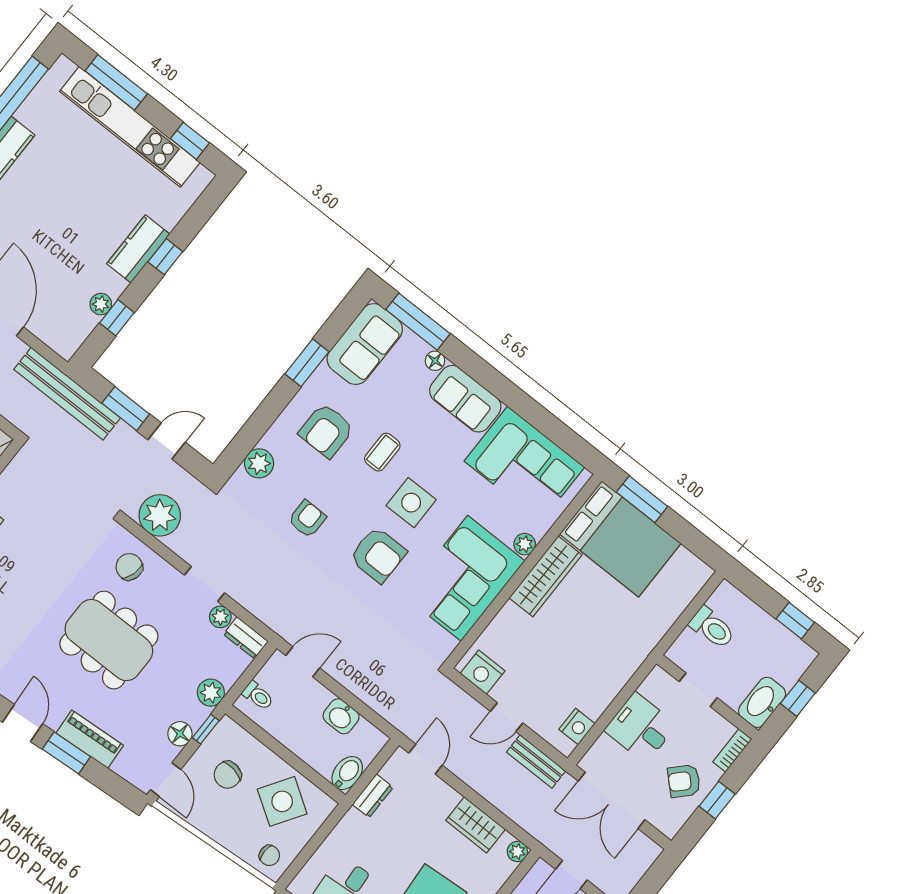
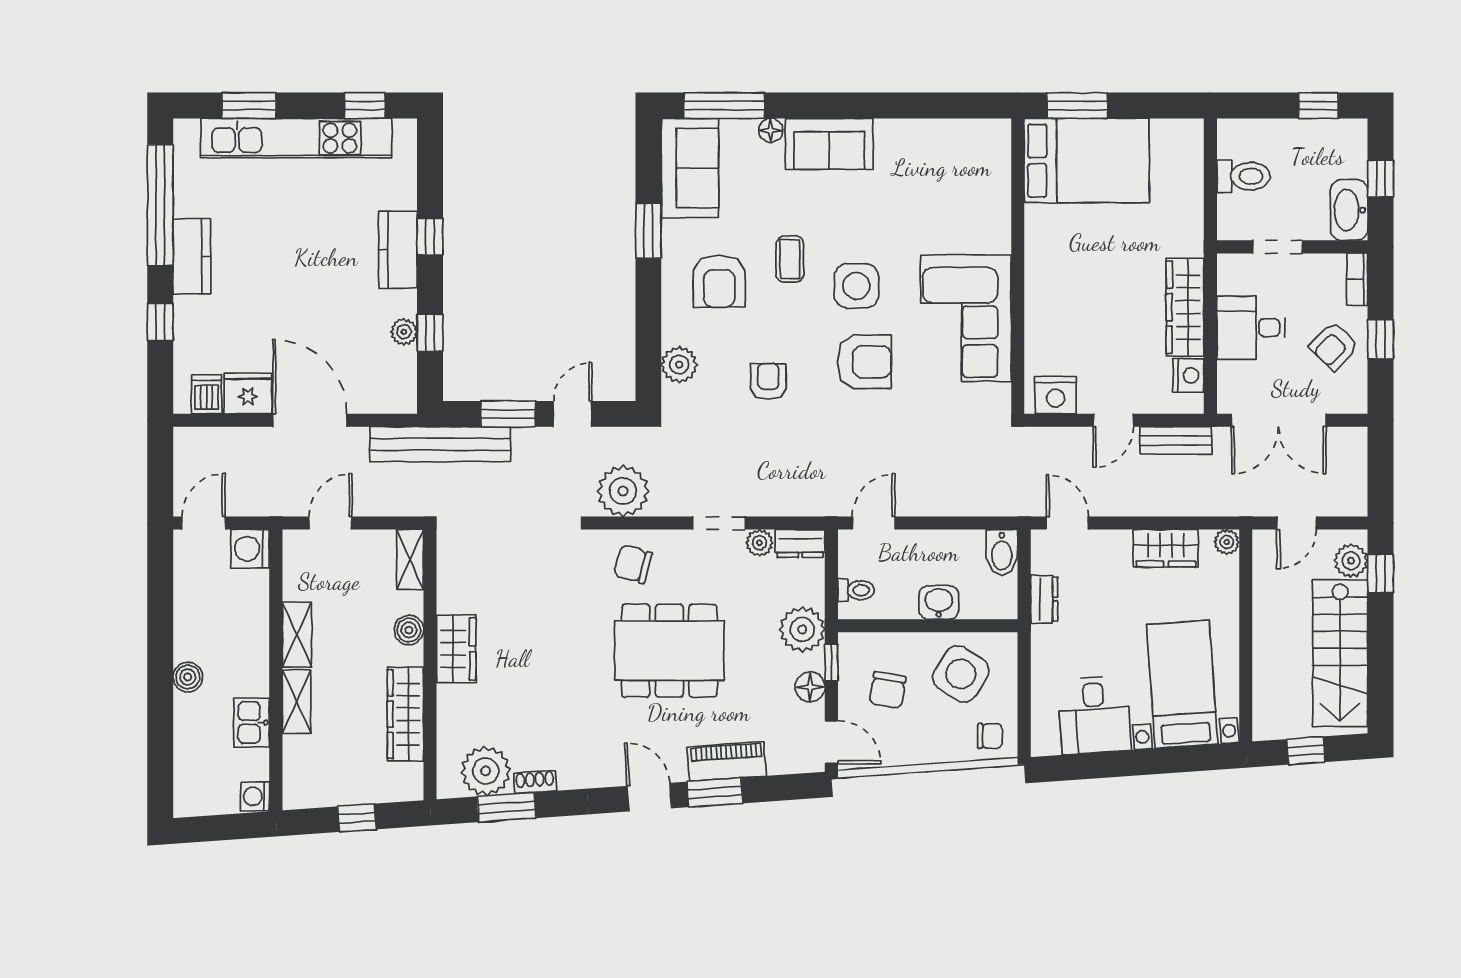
window: (116, 82) -> (249, 106), width x0.69
corner sofa: (524, 464) -> (936, 162), removed
plant: (525, 544) -> (998, 239), removed
wardrobe: (546, 576) -> (1185, 307), moved, turned 180
plant: (211, 693) -> (802, 629), width x1.36, depth x1.36
washbasin: (341, 716) -> (939, 602), moved, turned 180
bidet: (347, 773) -> (1002, 552), moved, turned 180

